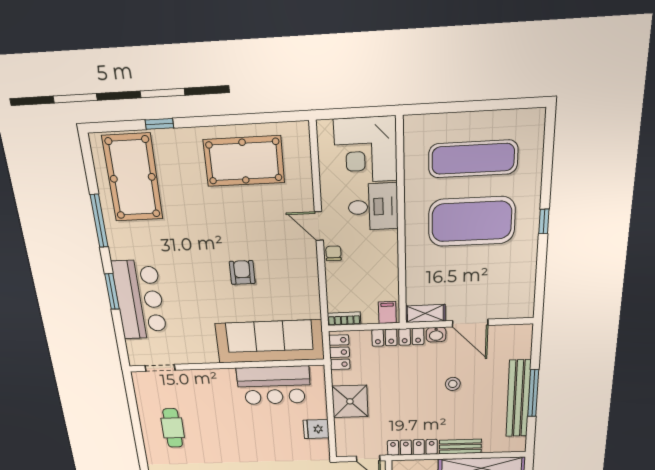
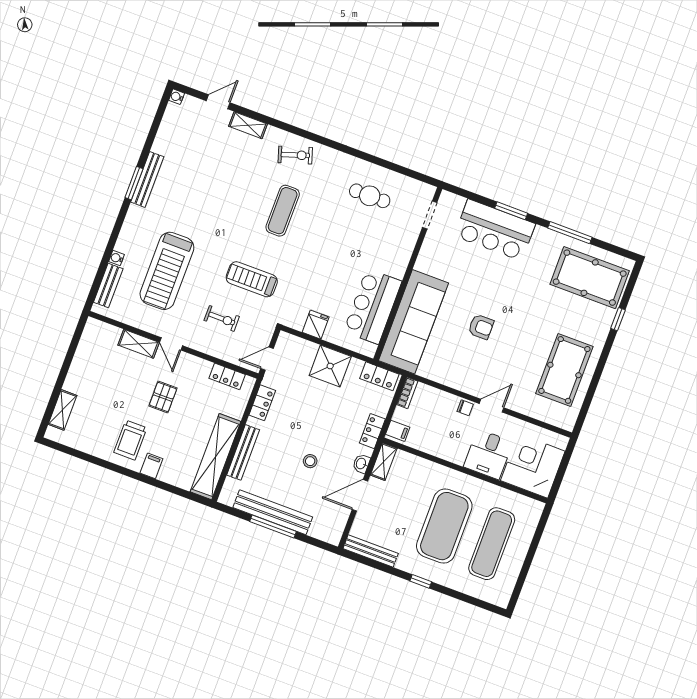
bench: (527, 289) -> (371, 551), added
locker: (398, 337) -> (372, 431), width x0.66
locker: (412, 447) -> (262, 403), width x0.66
bench: (460, 447) -> (243, 452), width x1.36

